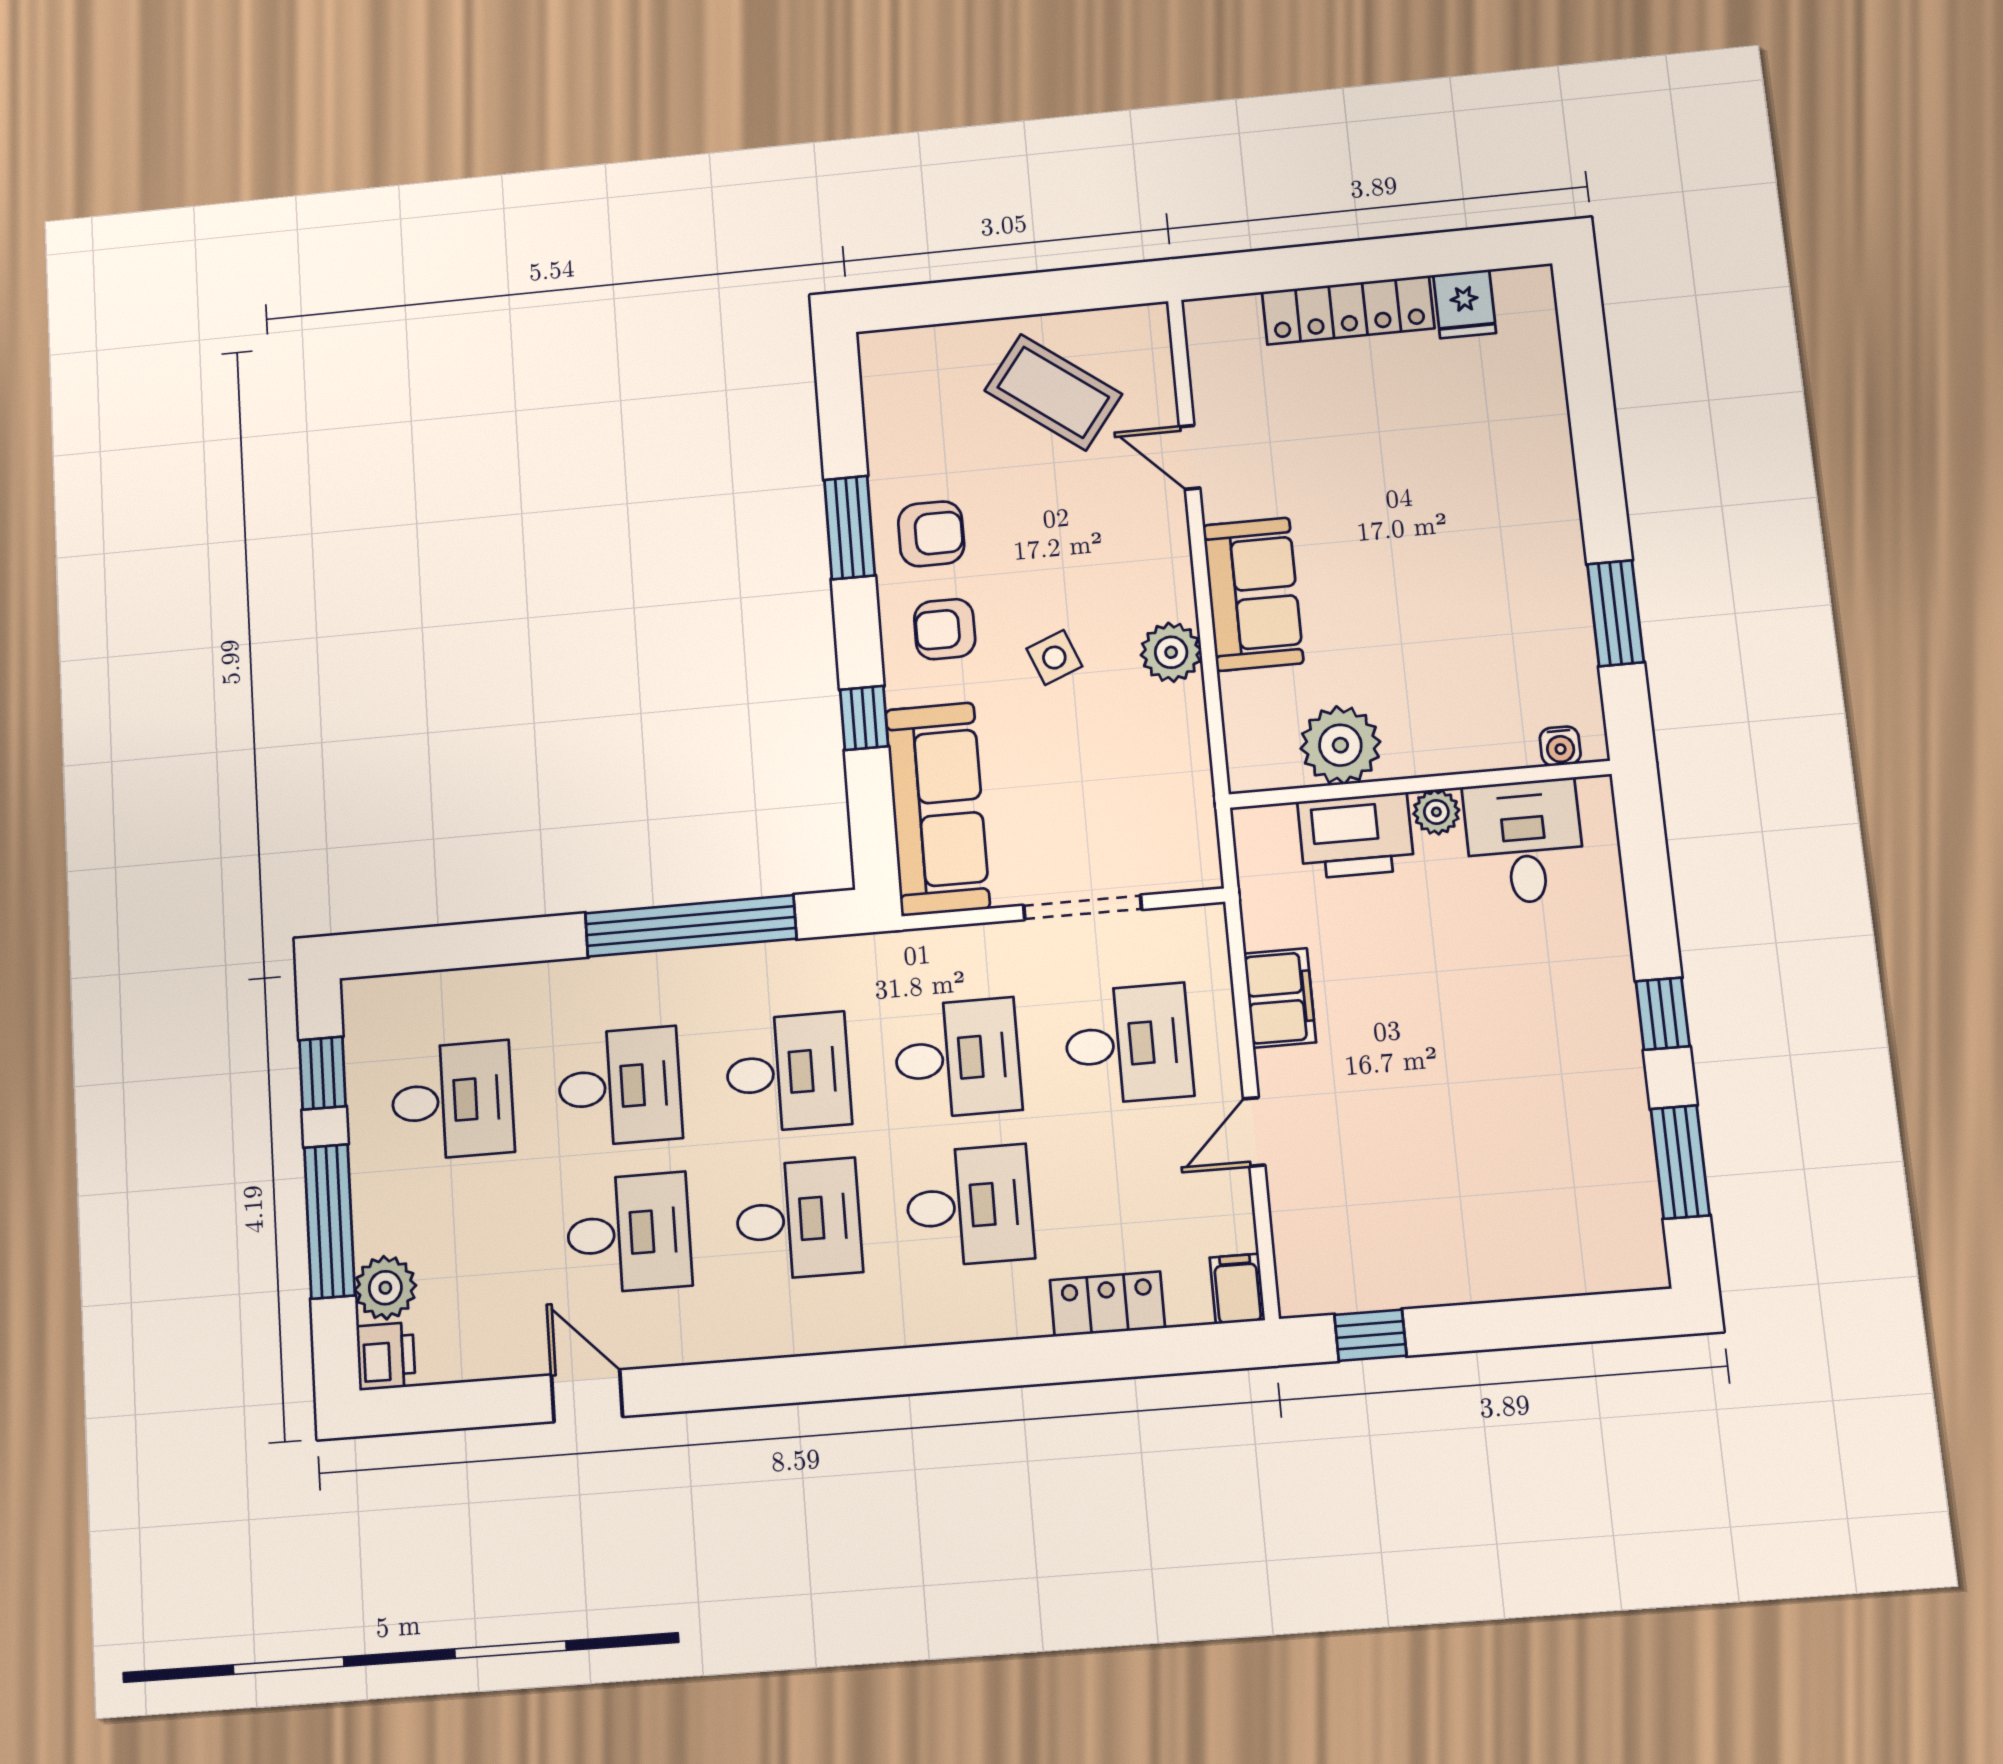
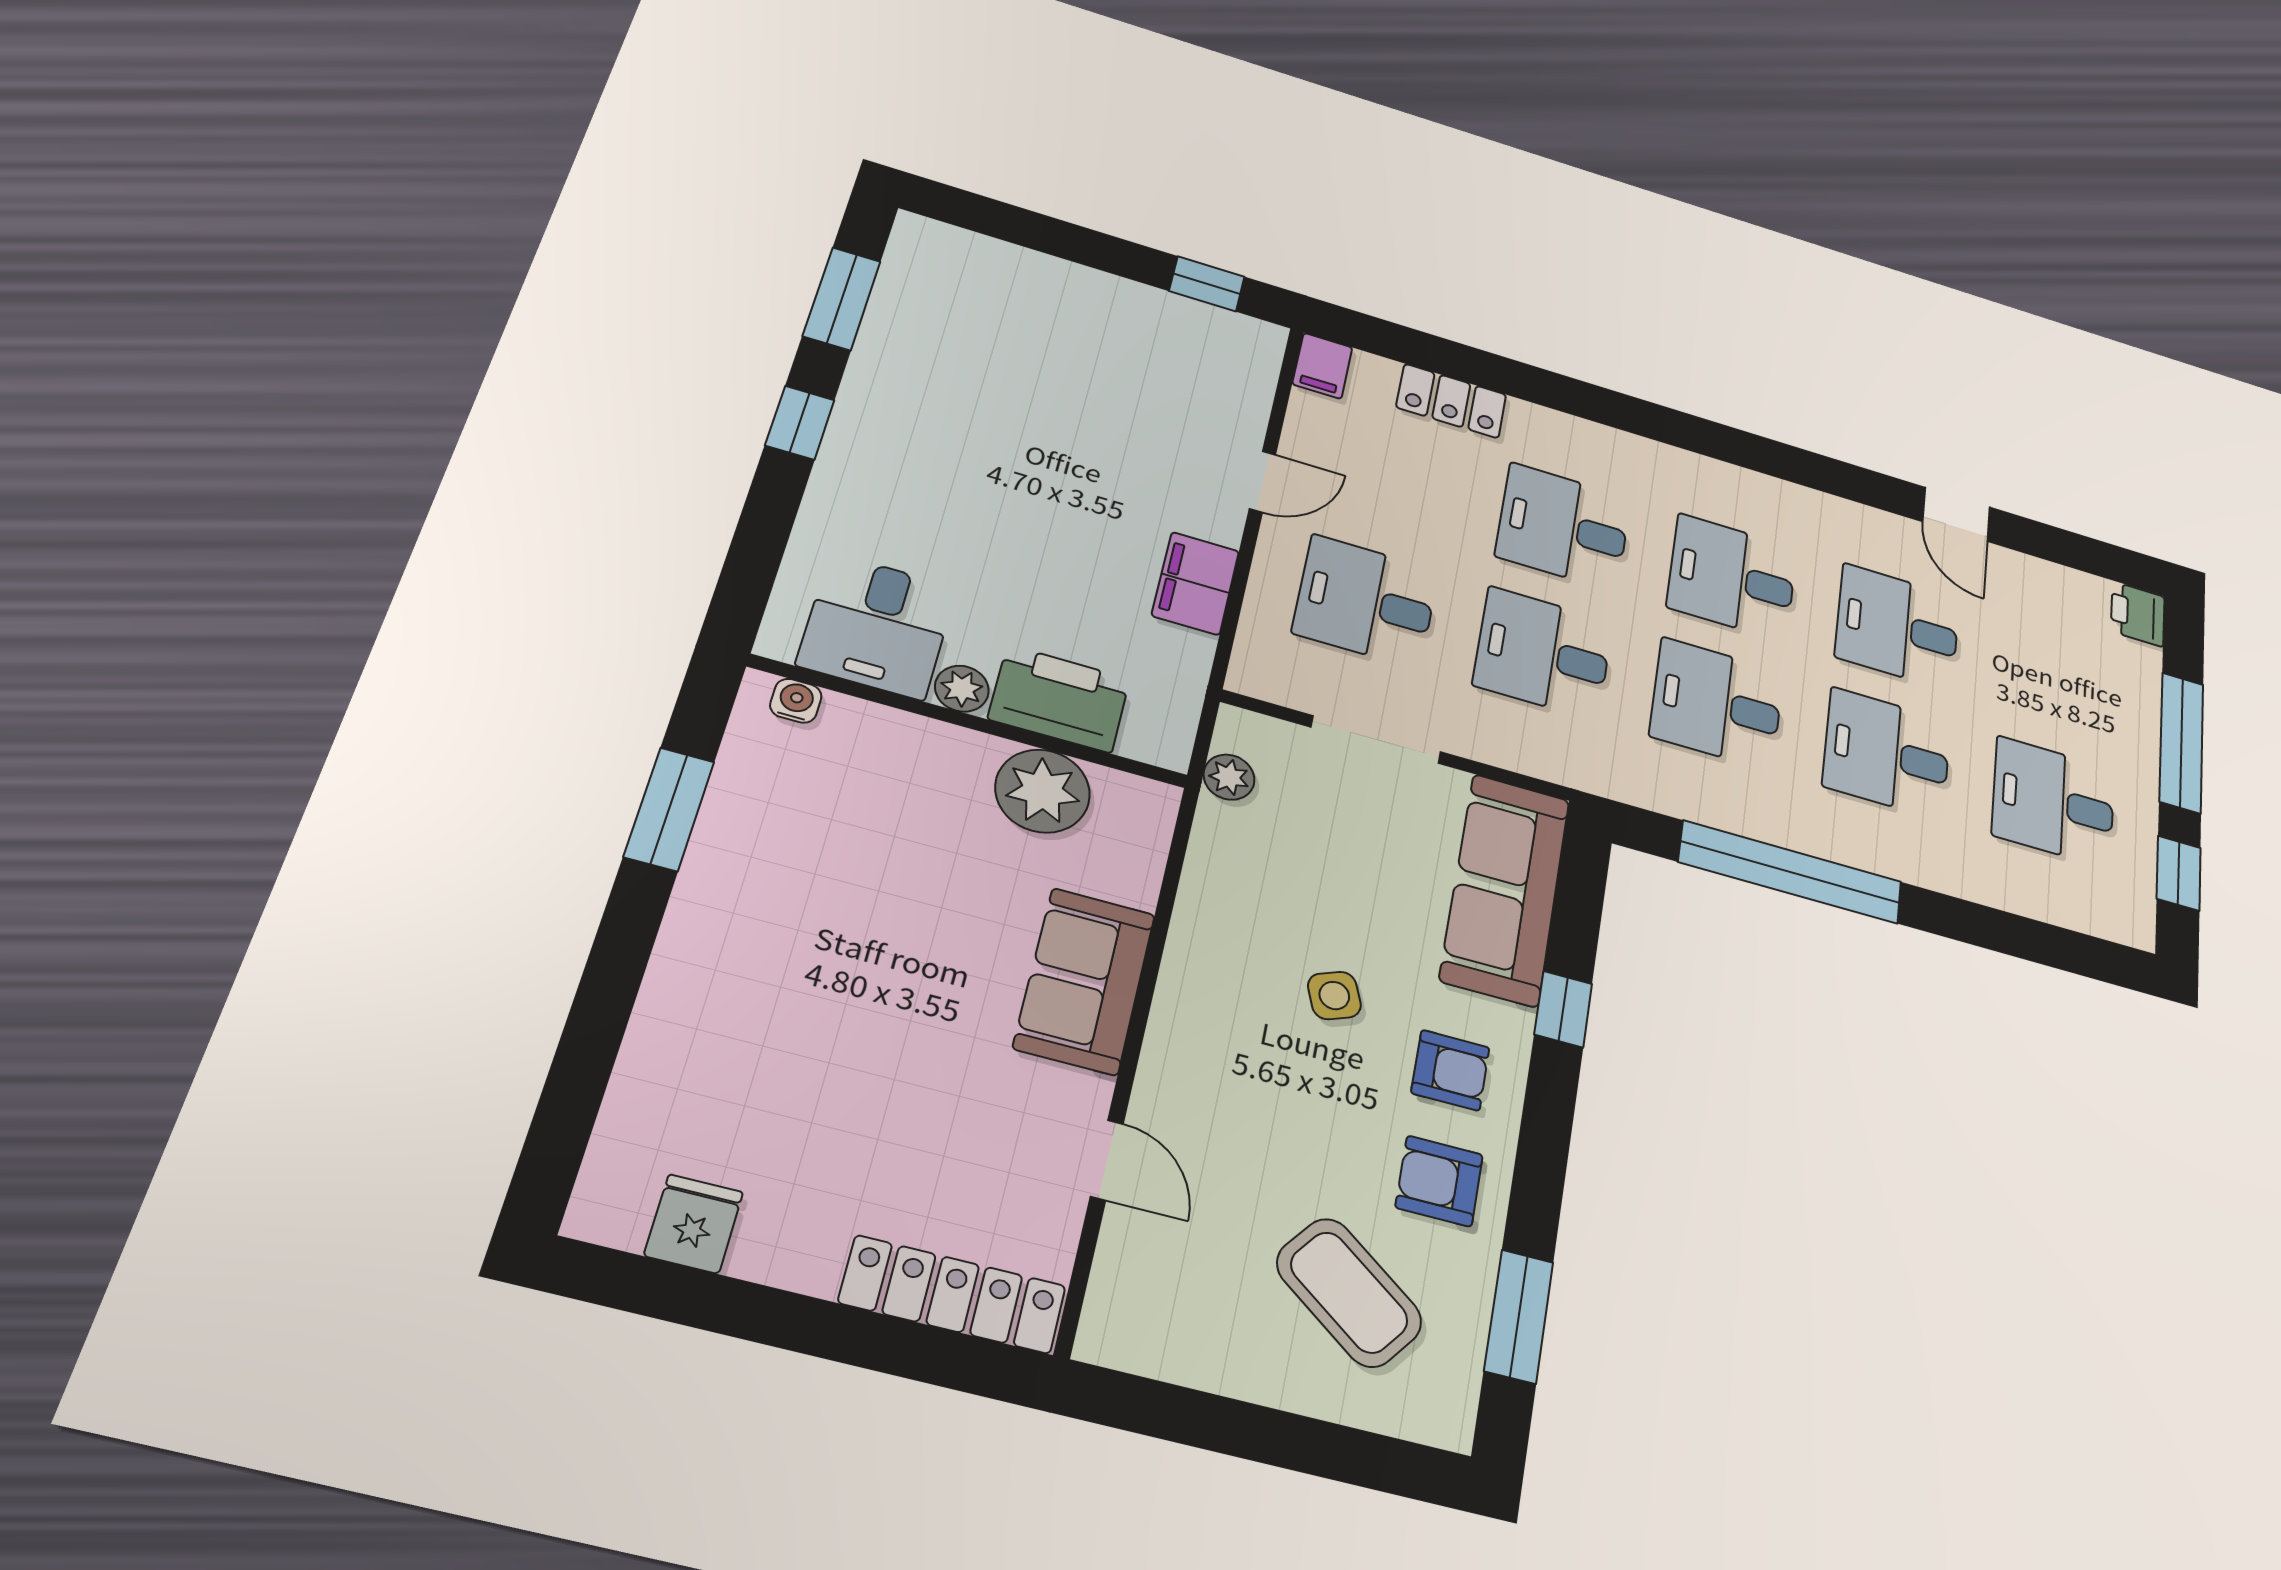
locker: (1348, 310) -> (953, 1294), moved
coffee table: (1053, 392) -> (1349, 1292), moved
window: (849, 528) -> (1519, 1316), moved
plant: (1171, 652) -> (1229, 777), moved, width x0.73, depth x0.73
plant: (385, 1288) -> (2133, 668), removed

